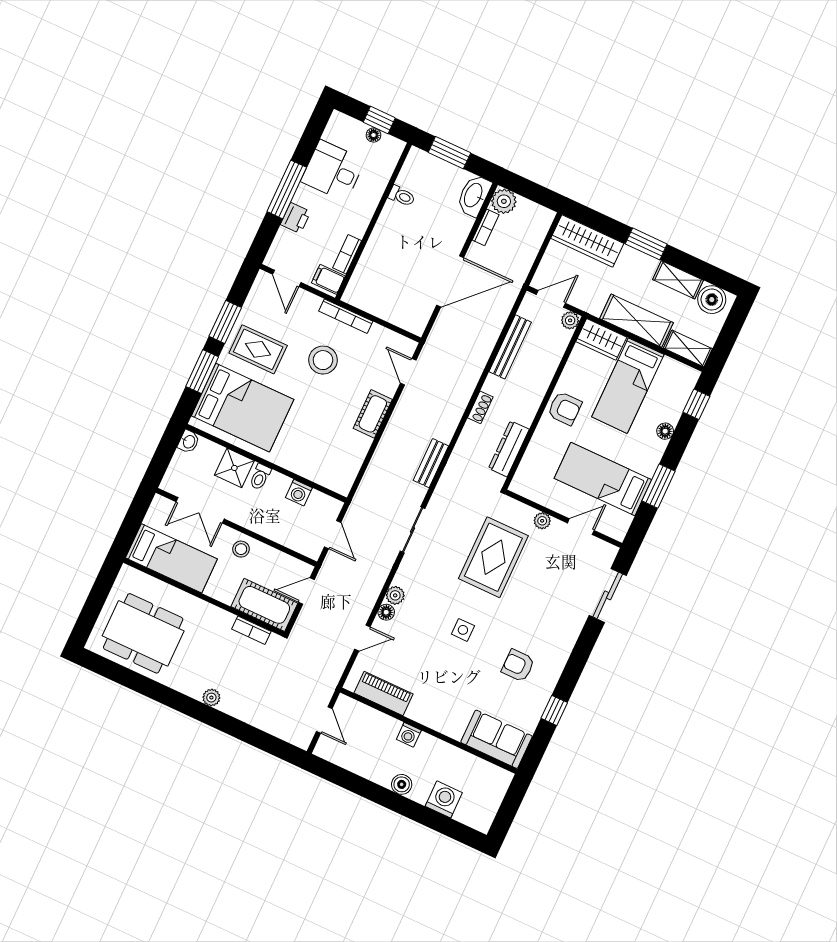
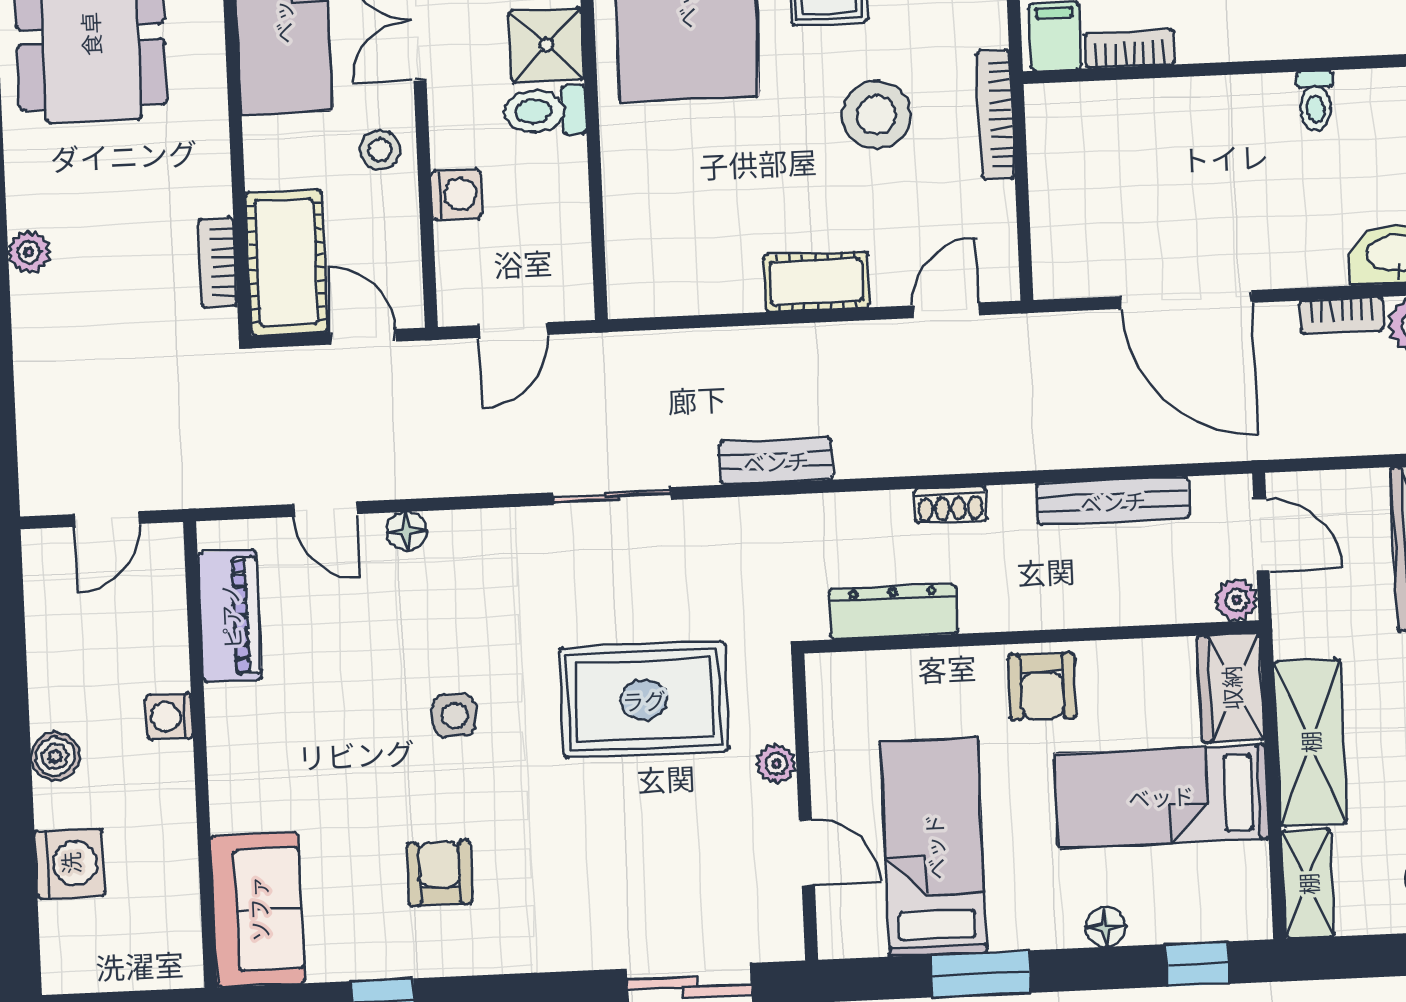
toilet: (260, 477) -> (545, 111), width x1.37, depth x1.39
washing machine: (299, 493) -> (456, 194), moved, turned 180
plant: (395, 595) -> (453, 532), removed

